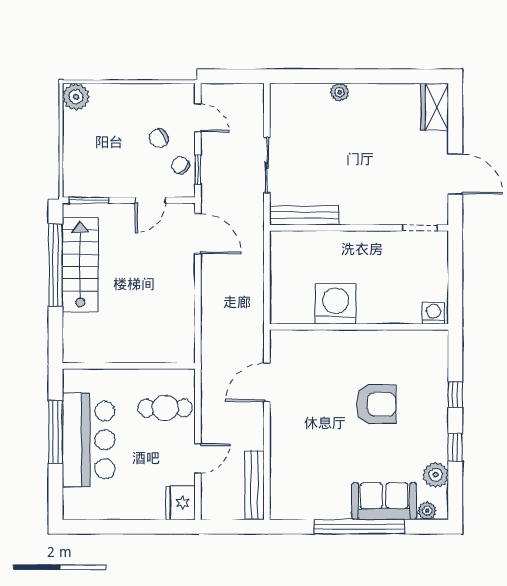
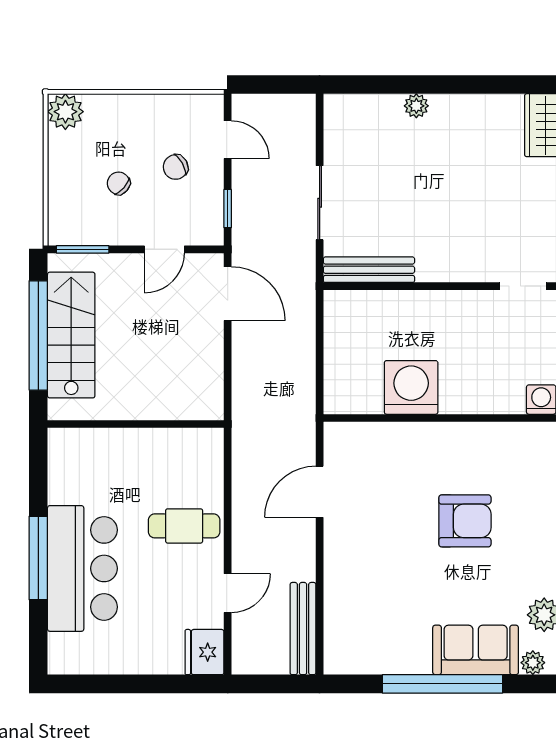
chair: (180, 165) -> (119, 183), moved
wall: (129, 366) -> (136, 424), moved

